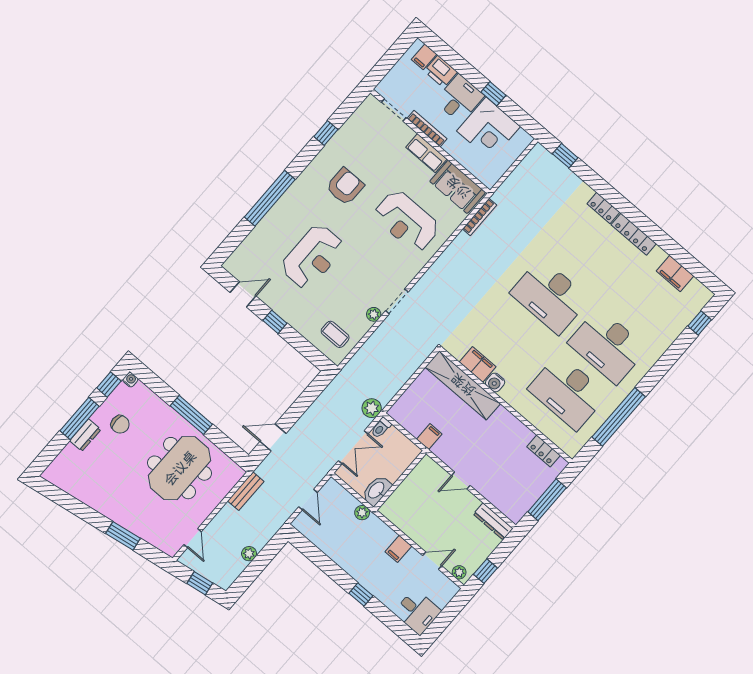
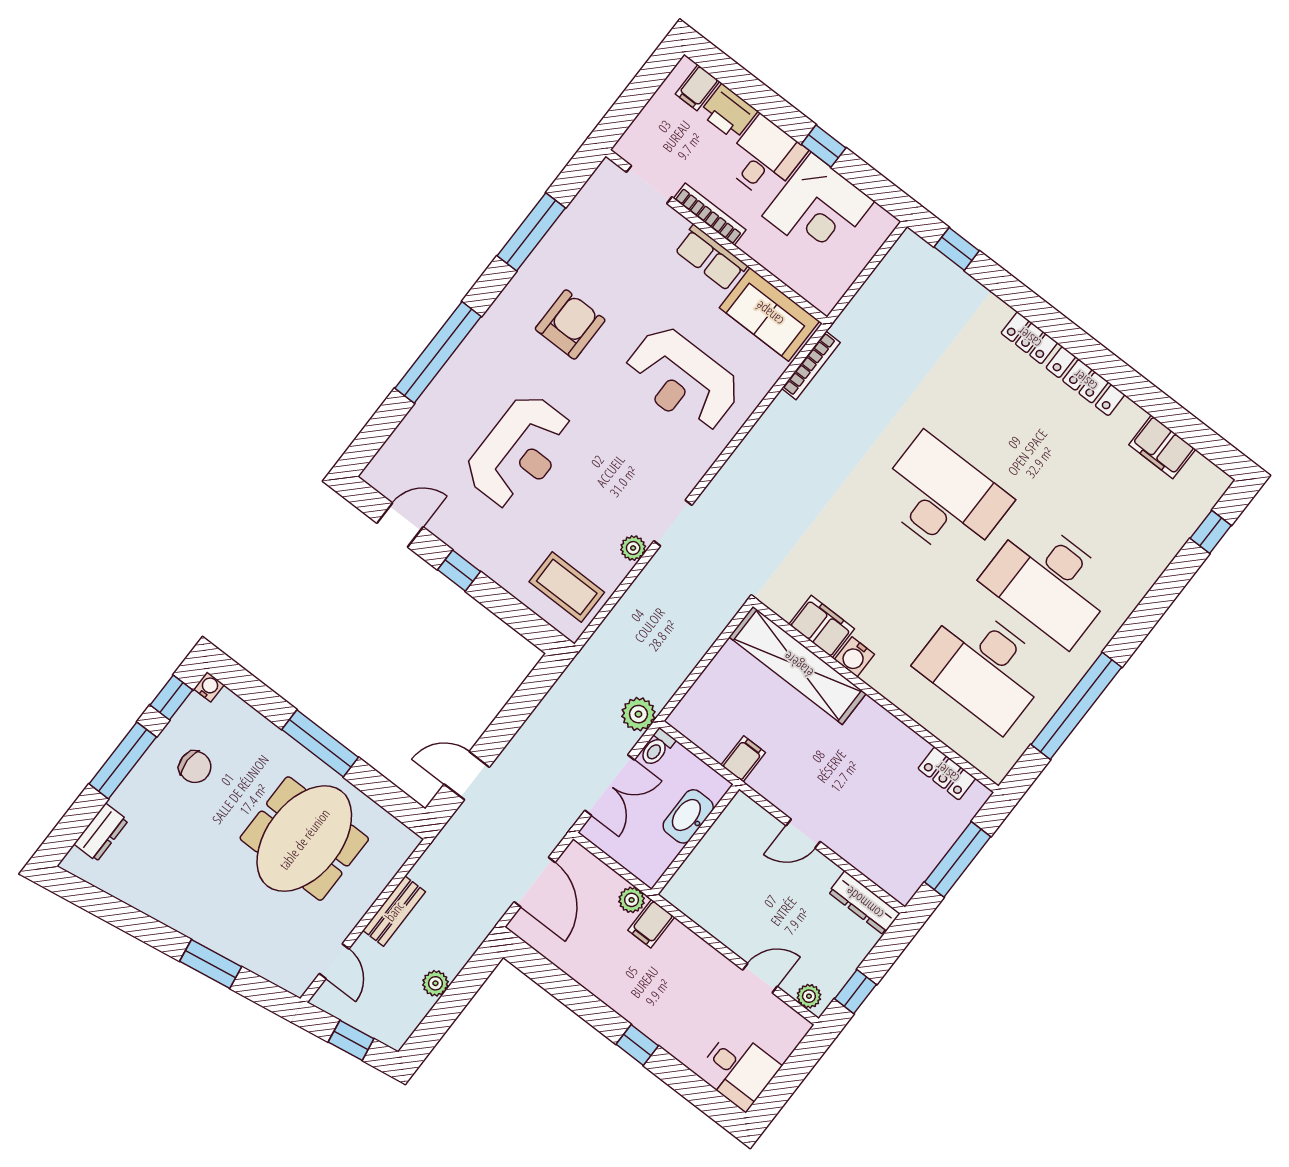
window: (326, 133) -> (531, 232), width x2.17
desk: (550, 296) -> (943, 499), turned 180
coffee table: (335, 334) -> (567, 587), width x1.36, depth x1.30
dresser: (85, 435) -> (101, 832), moved
washbasin: (377, 490) -> (688, 816), moved
bench: (246, 491) -> (394, 911), moved
door: (308, 500) -> (535, 882), width x1.38
filing cabinet: (398, 549) -> (651, 924), moved

